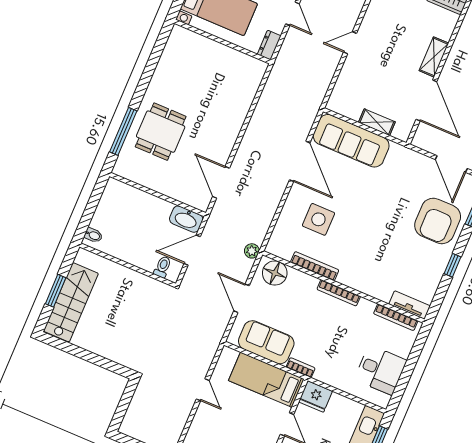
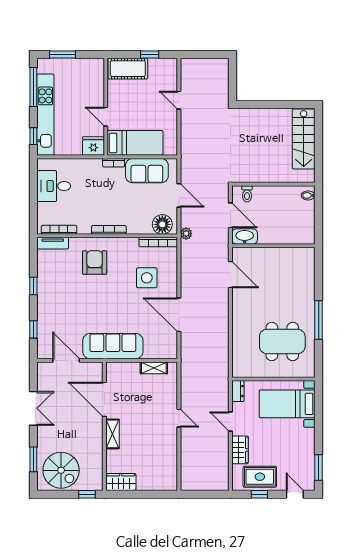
door: (350, 43) -> (179, 418), hinge flipped
shelving: (377, 122) -> (154, 368), moved
window: (123, 131) -> (319, 320), moved
dining table: (161, 132) -> (282, 341), moved, width x1.38
sofa: (351, 141) -> (113, 346), moved
armchair: (438, 221) -> (95, 262), moved, width x0.73, depth x0.73
door: (192, 250) -> (230, 215), hinge flipped
bookcase: (315, 266) -> (158, 242), moved
window: (56, 291) -> (319, 143), removed
door: (203, 390) -> (179, 100), moved

